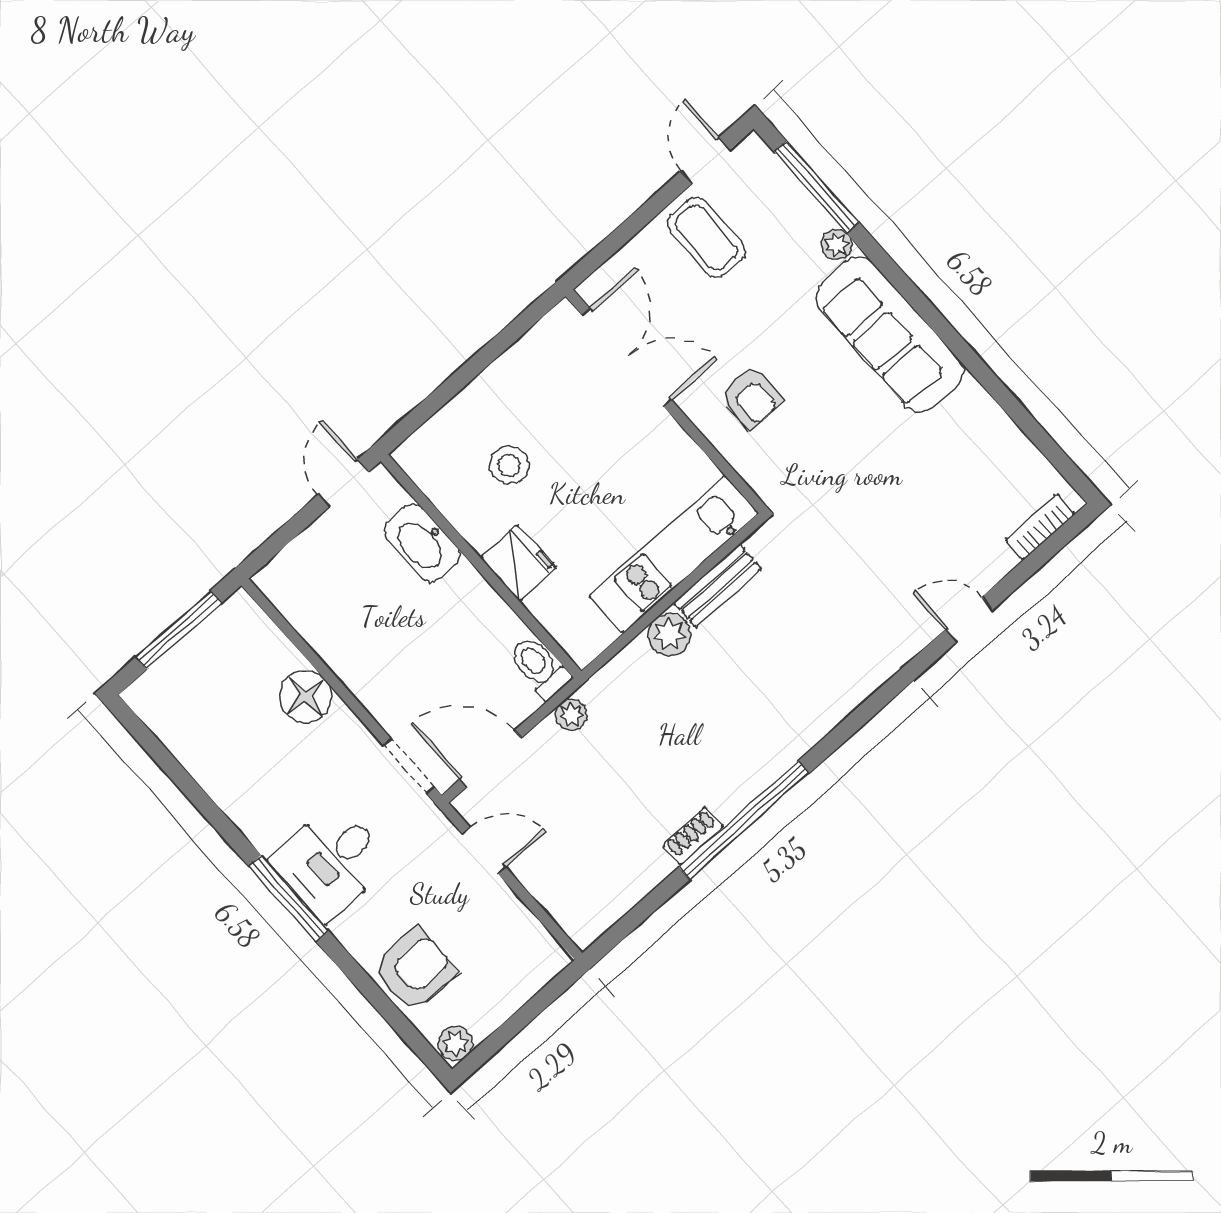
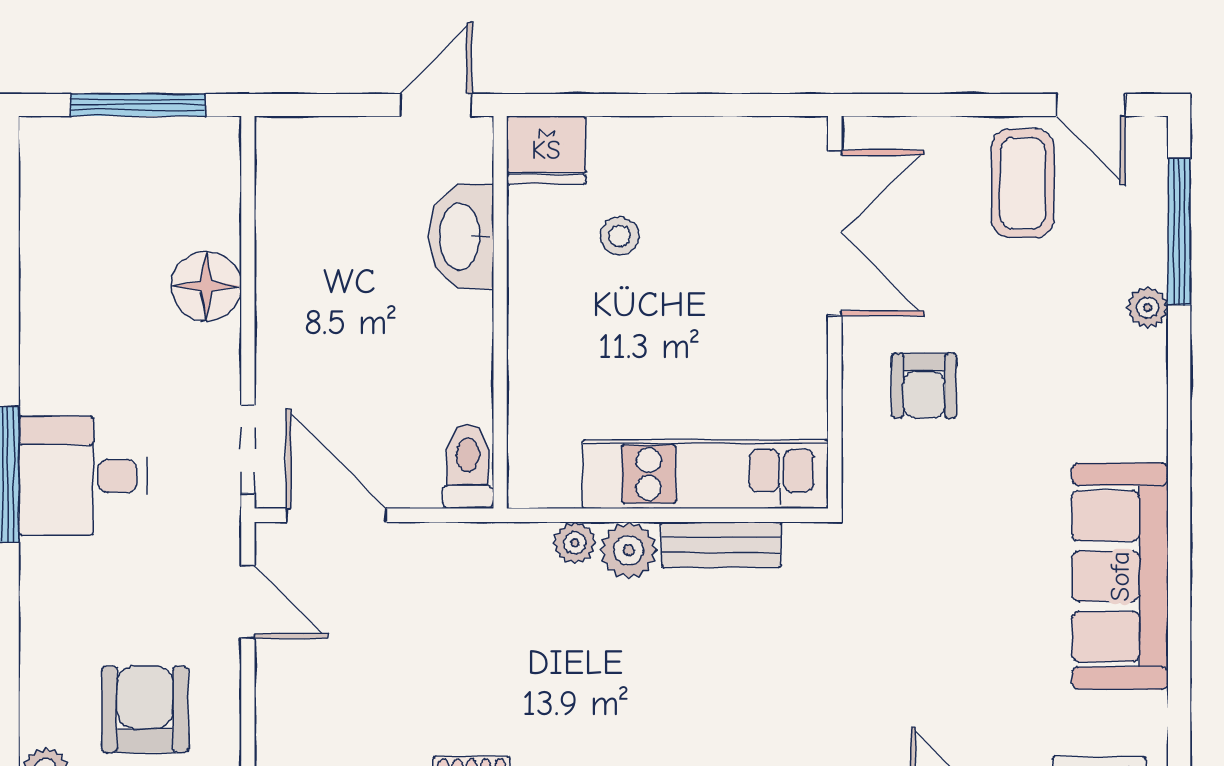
door: (705, 161) -> (1091, 105), swing flipped
sofa: (889, 334) -> (1120, 576), moved
stool: (509, 465) -> (620, 236), width x0.73, depth x0.73
fridge: (518, 563) -> (546, 150), moved, turned 90
plant: (571, 714) -> (575, 543), moved
armchair: (415, 970) -> (145, 709), moved, turned -90

